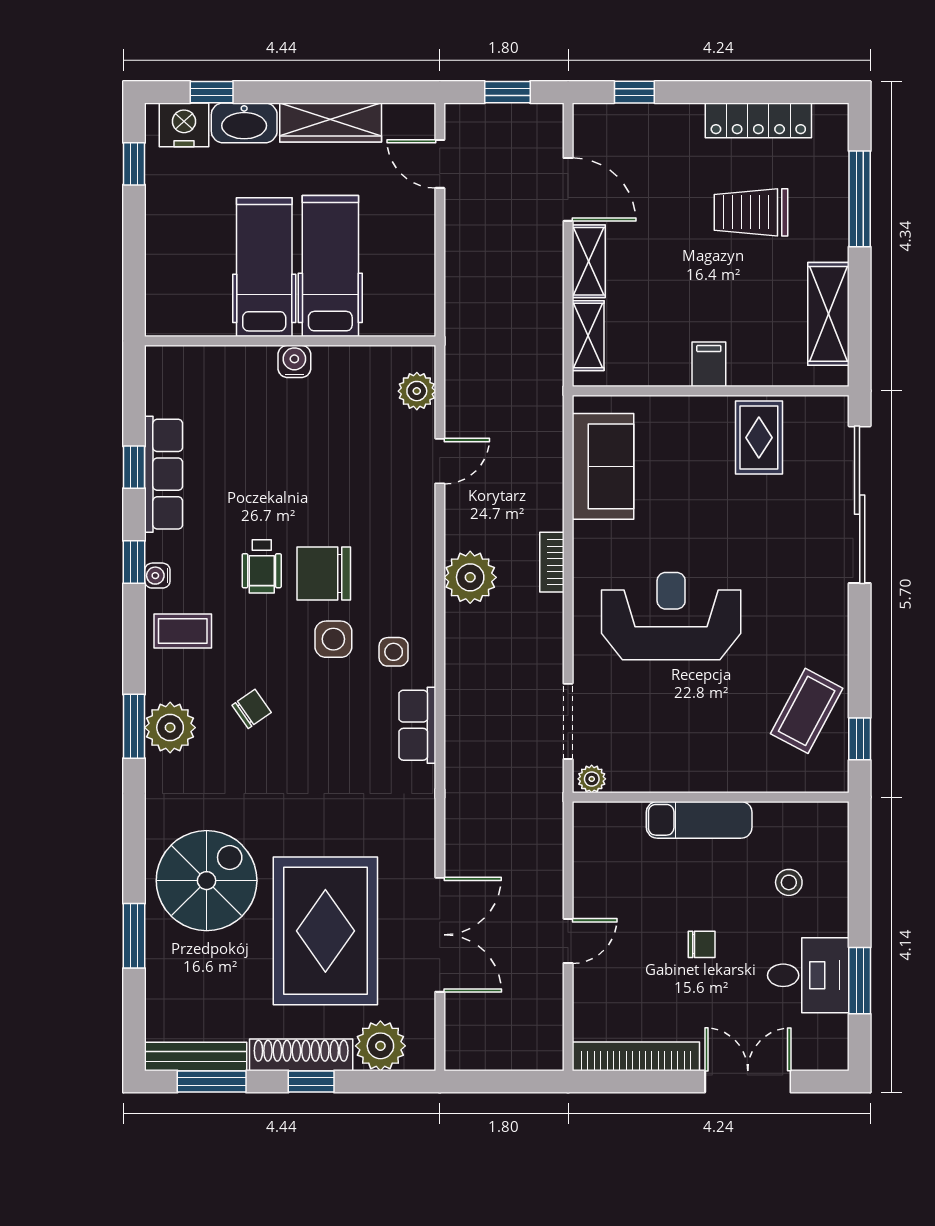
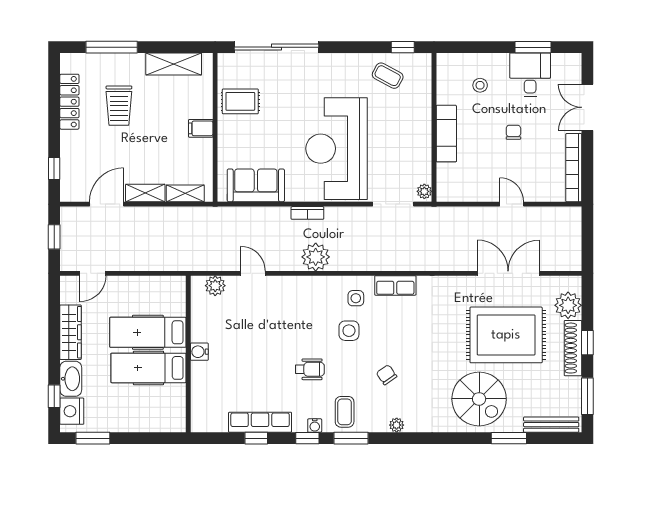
window: (134, 164) -> (93, 438), width x1.50
chair: (324, 574) -> (314, 336), removed
reception desk: (671, 616) -> (337, 149), width x1.36, depth x1.30
coffee table: (807, 711) -> (388, 76), width x0.73, depth x0.77
window: (134, 726) -> (351, 438), moved
plant: (170, 728) -> (397, 425), width x0.53, depth x0.53
spiral stairs: (207, 881) -> (479, 399), turned 180
bench: (196, 1056) -> (551, 425), moved, turned 90

